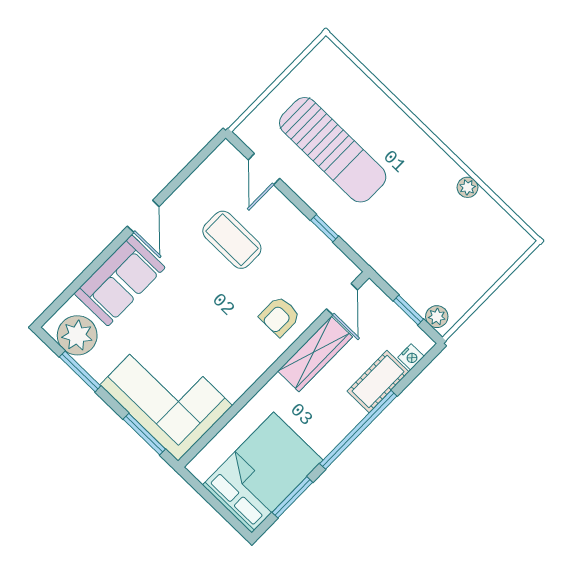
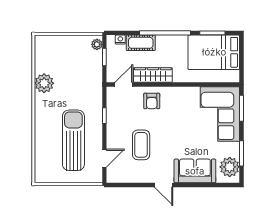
plant: (467, 187) -> (44, 83), width x1.88, depth x1.88
door: (143, 216) -> (164, 185), swing flipped
armchair: (280, 316) -> (152, 101), turned 90

